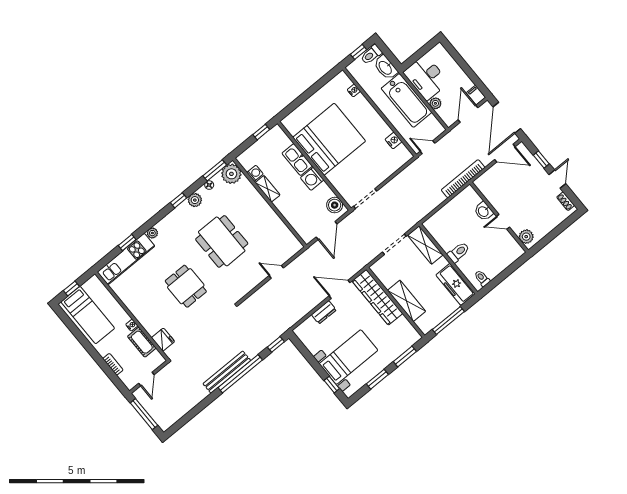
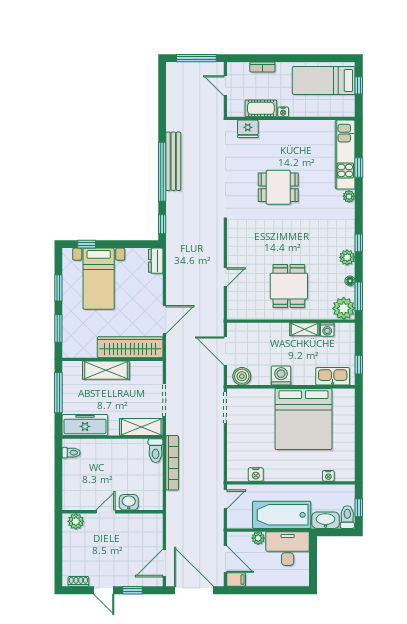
kitchen sink: (297, 160) -> (333, 376), moved
bookcase: (463, 179) -> (172, 463), moved
dining table: (222, 241) -> (289, 286), moved, width x0.73
toilet: (458, 252) -> (156, 451), moved
dresser: (324, 312) -> (156, 261), moved

